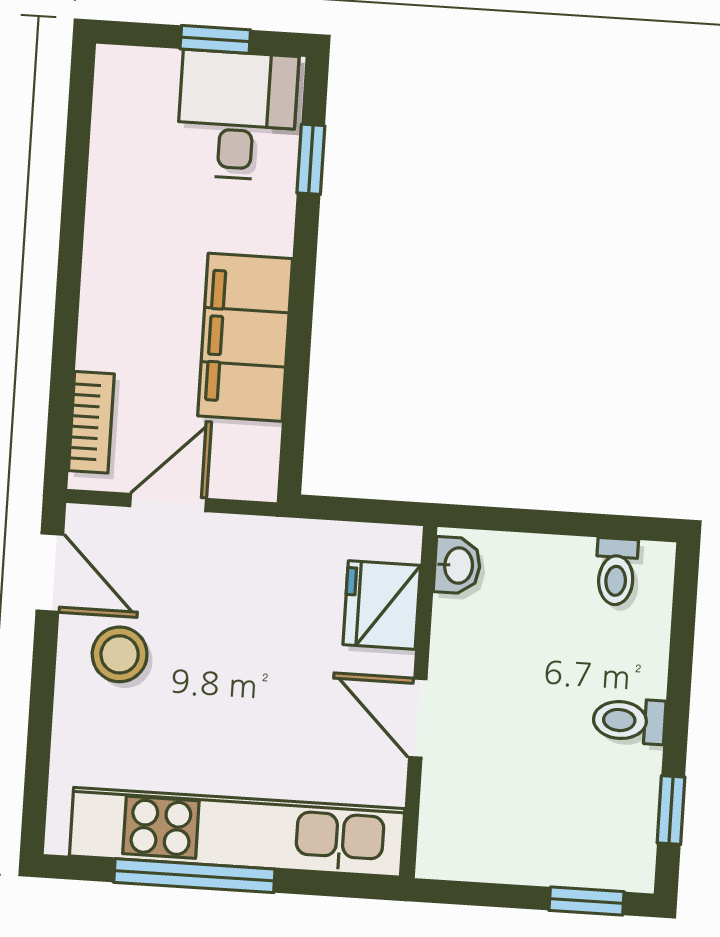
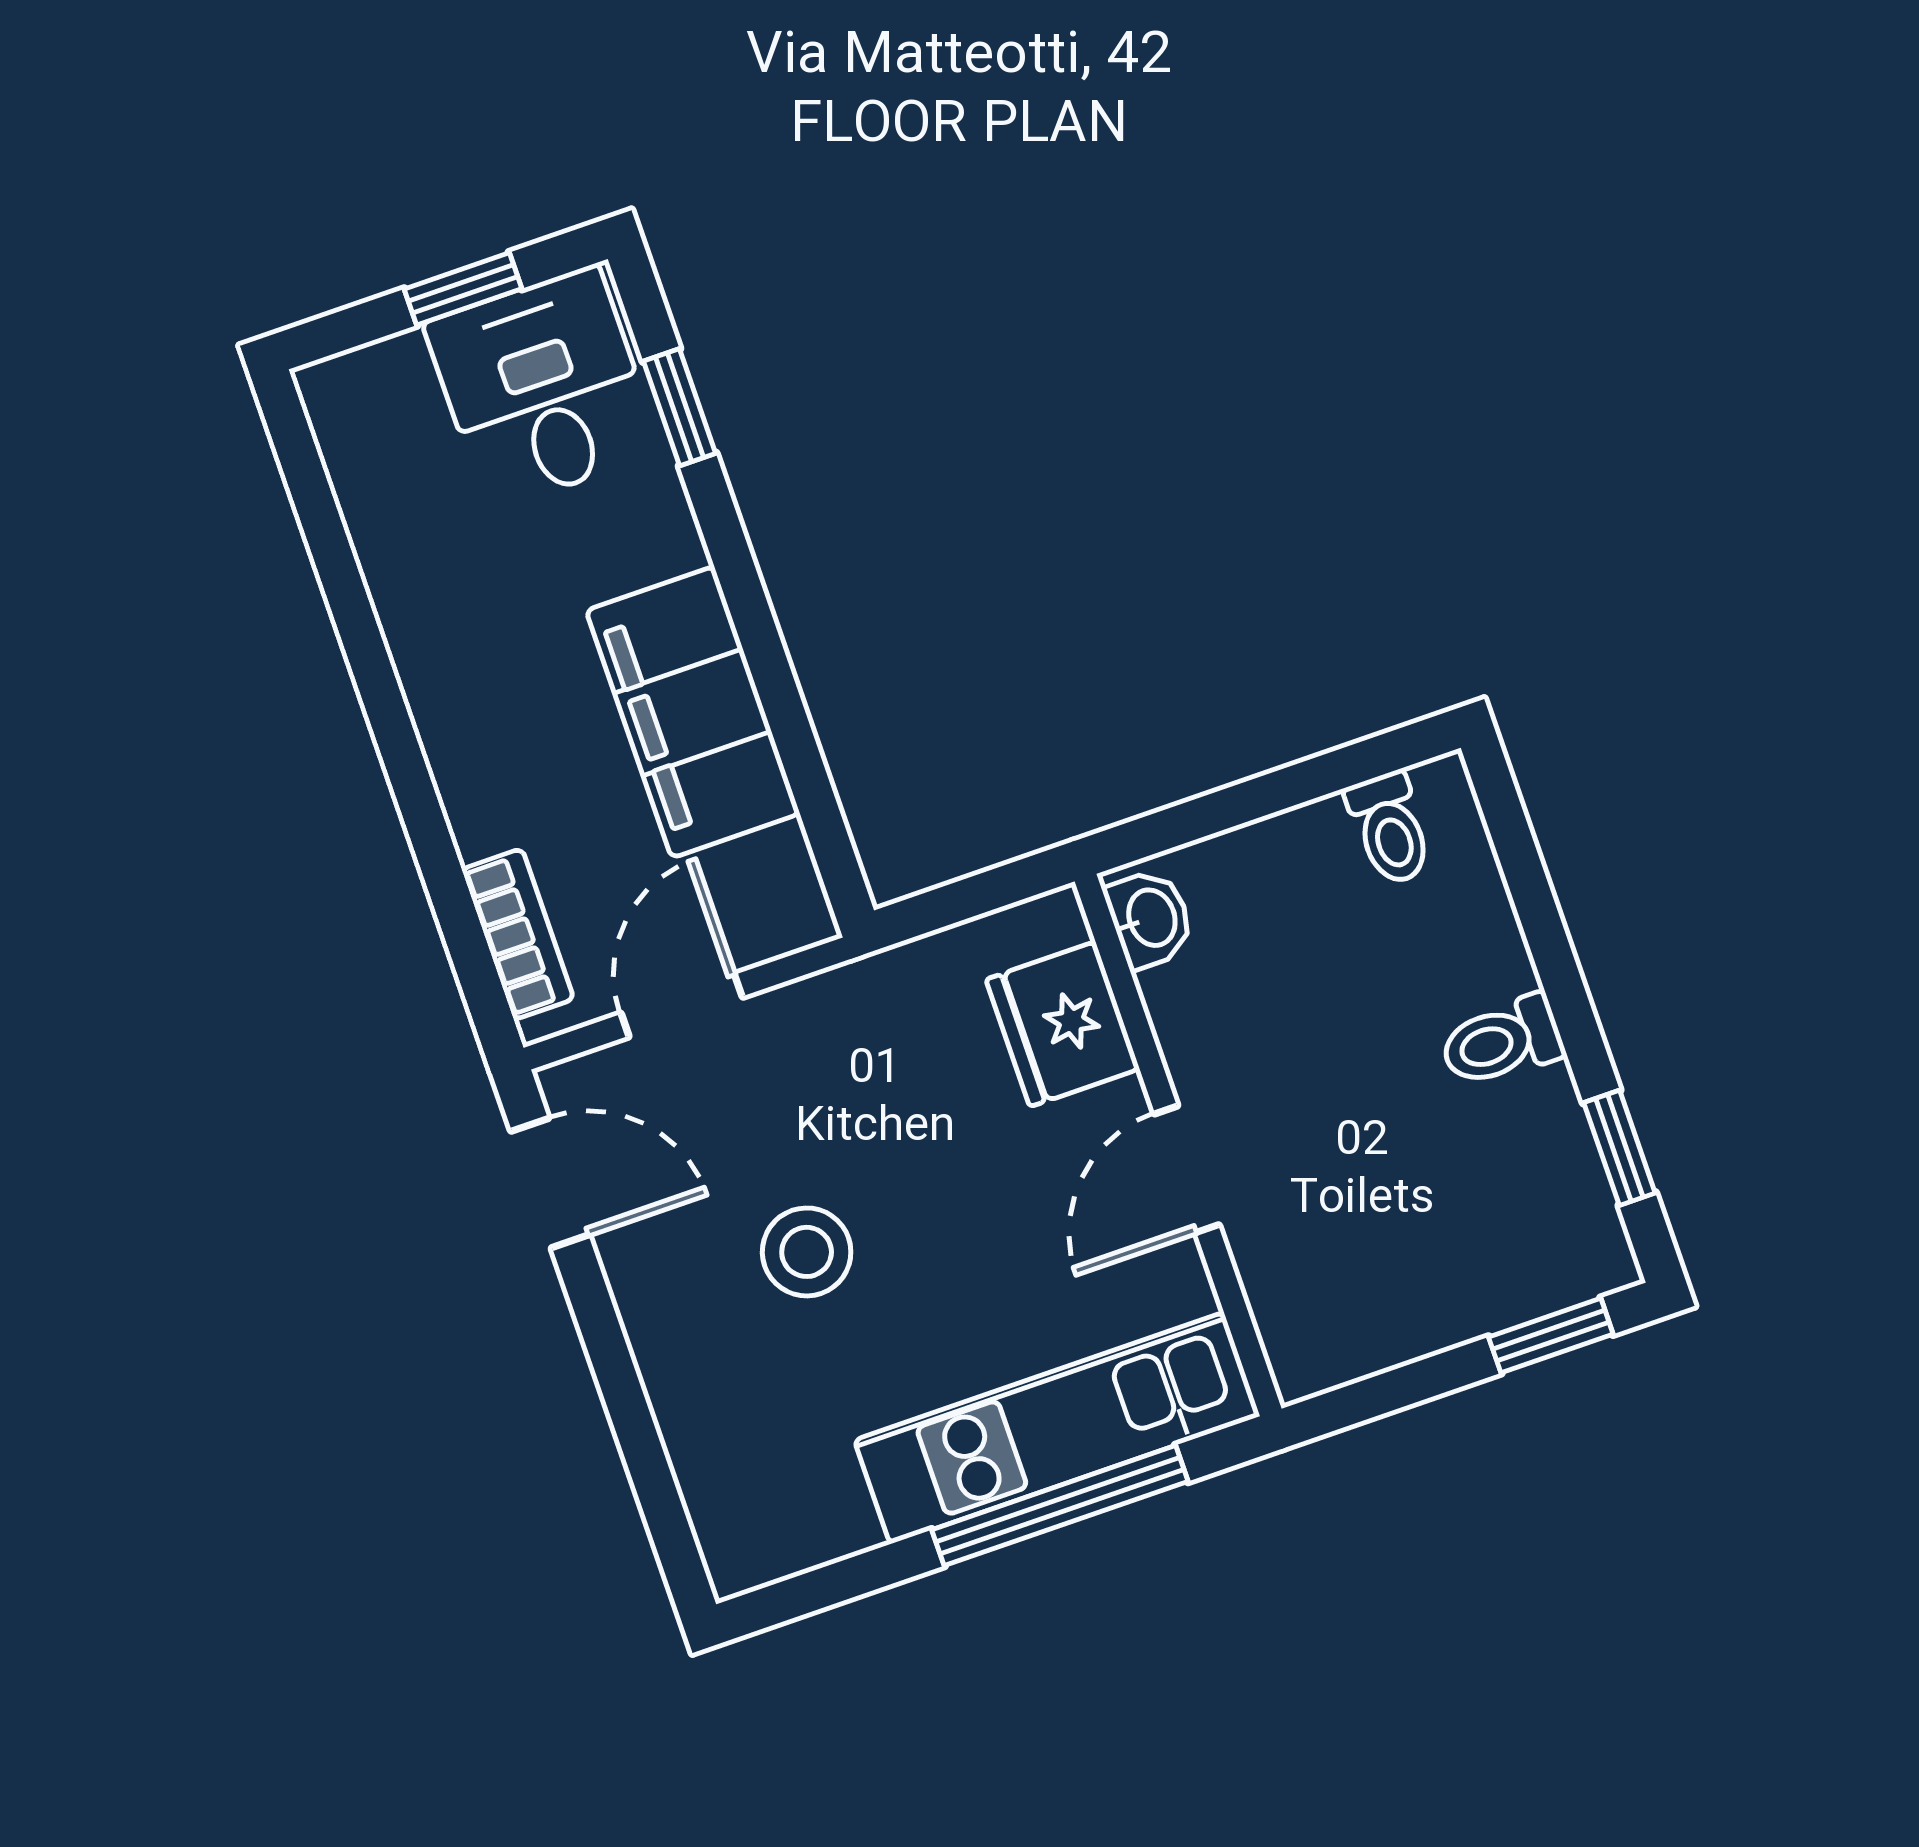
stool: (120, 654) -> (807, 1252), moved
door: (418, 718) -> (1187, 1169), hinge flipped
kitchen unit: (237, 832) -> (1057, 1428), width x0.73
window: (194, 876) -> (1060, 1506), moved

